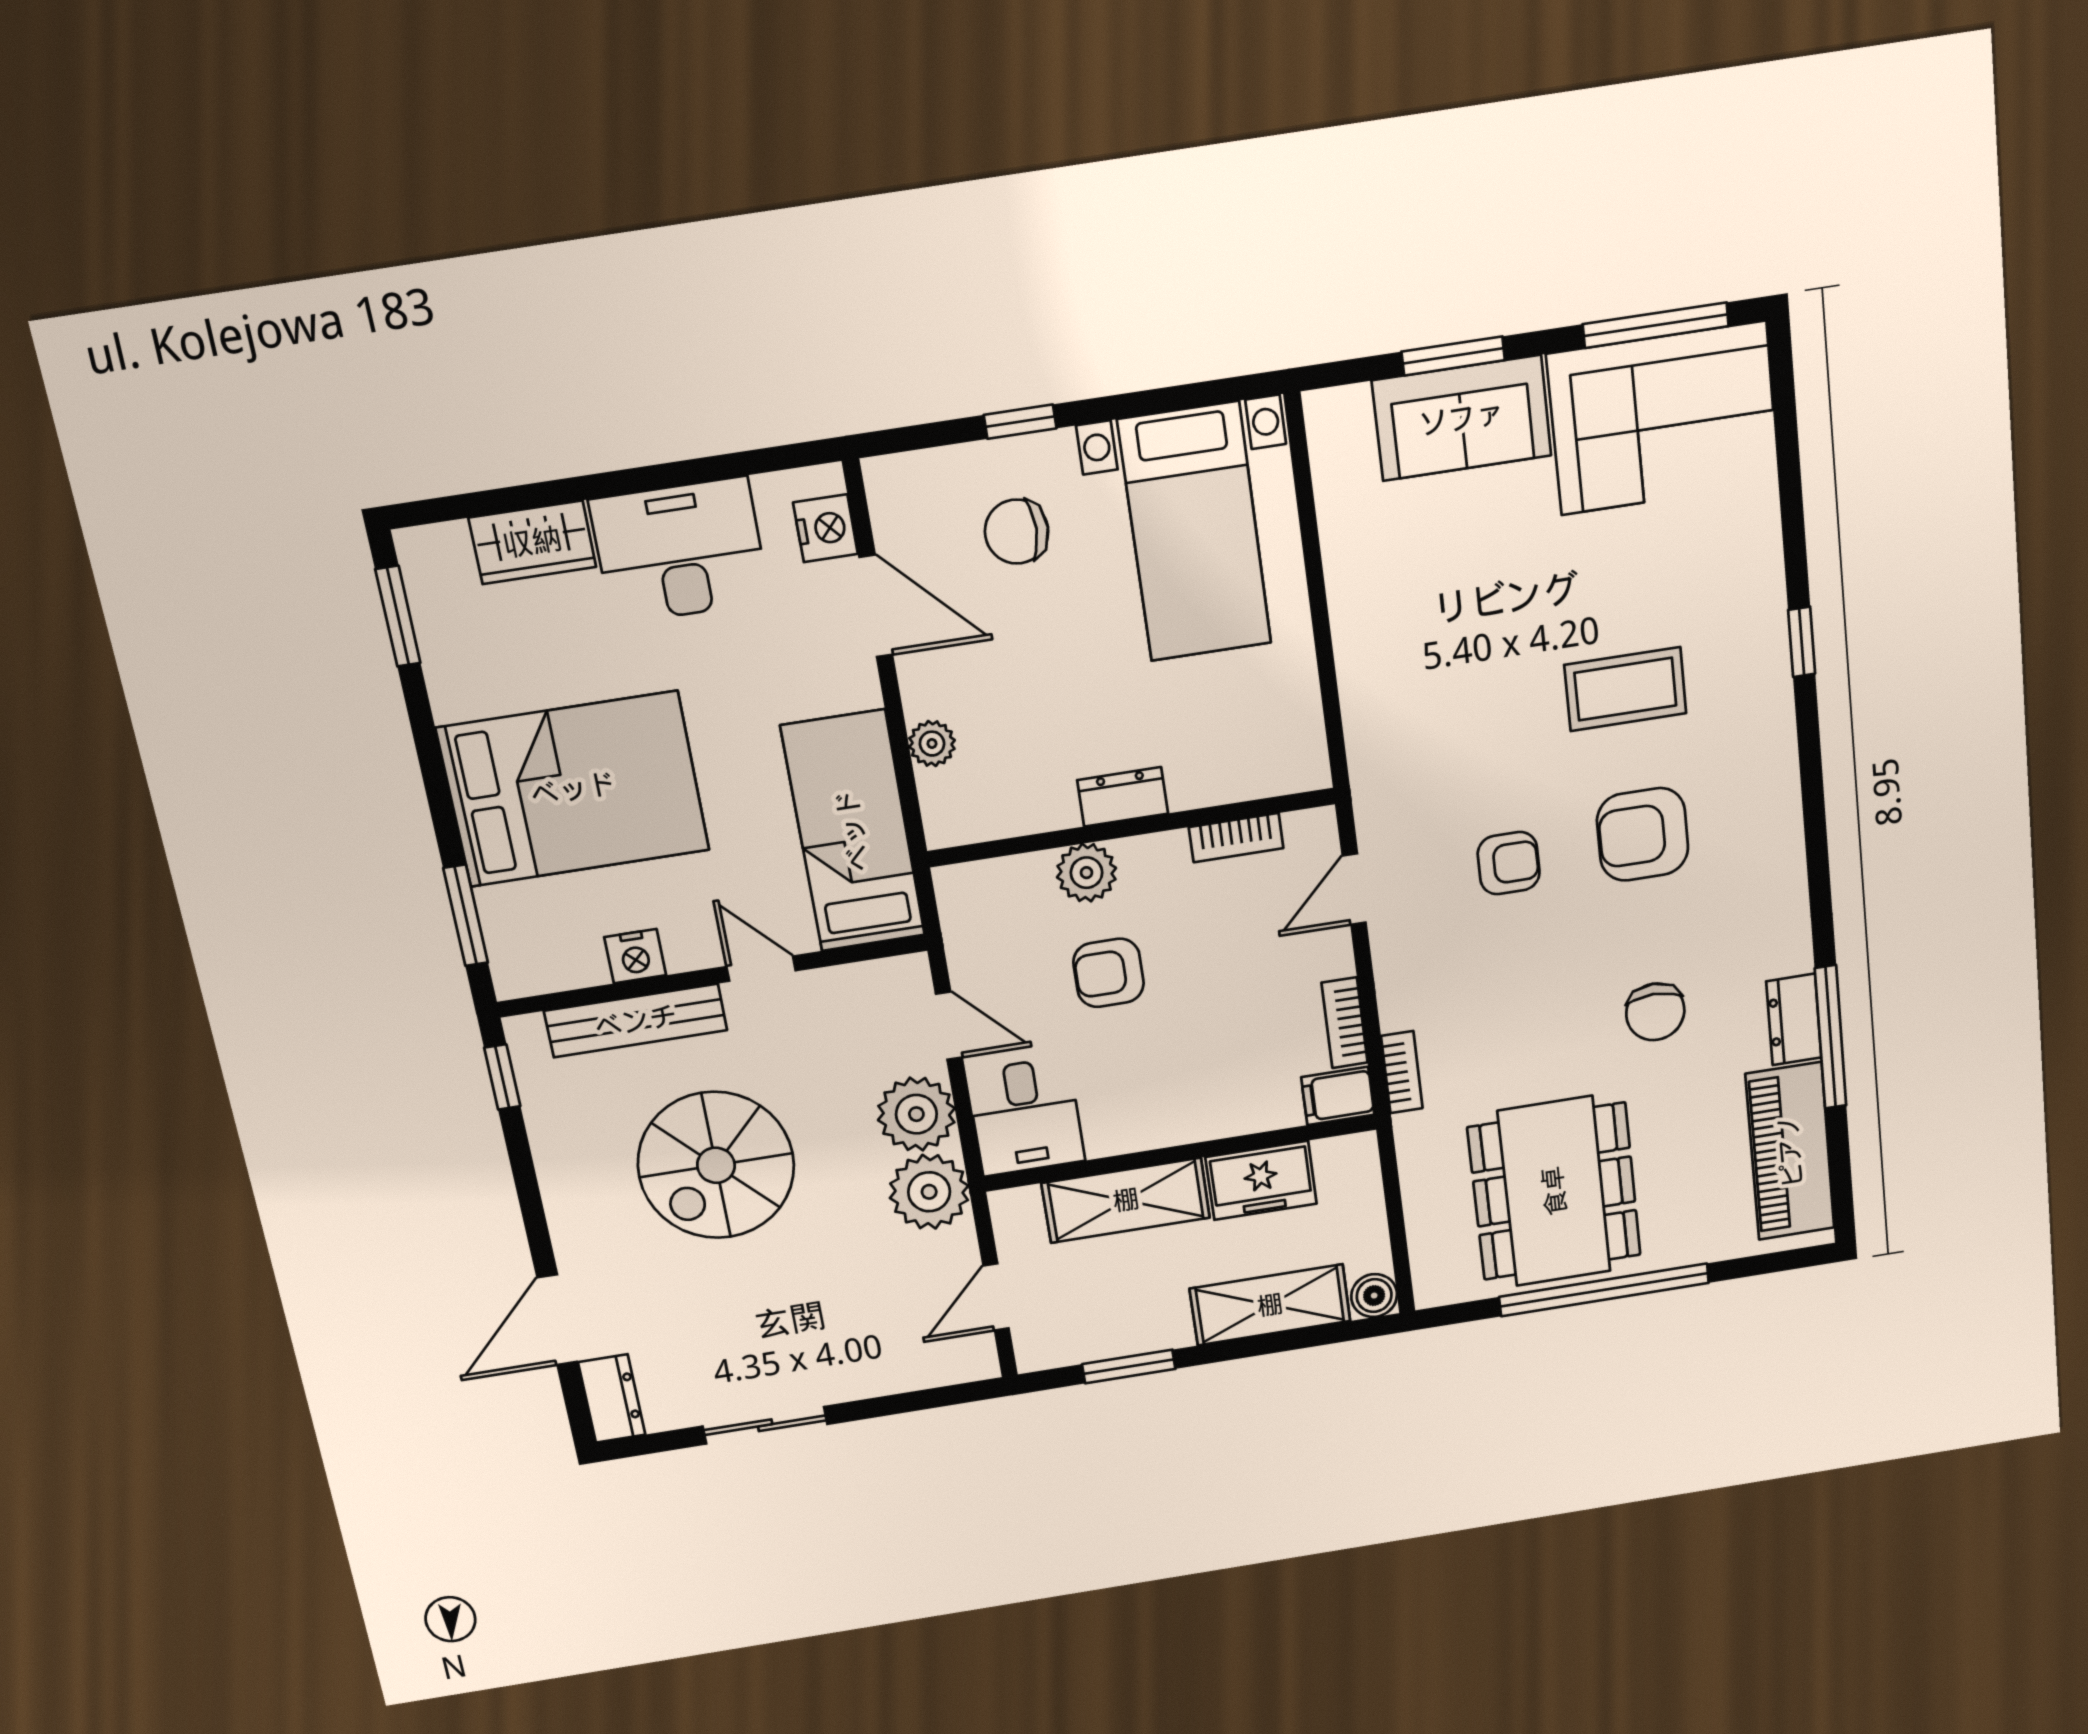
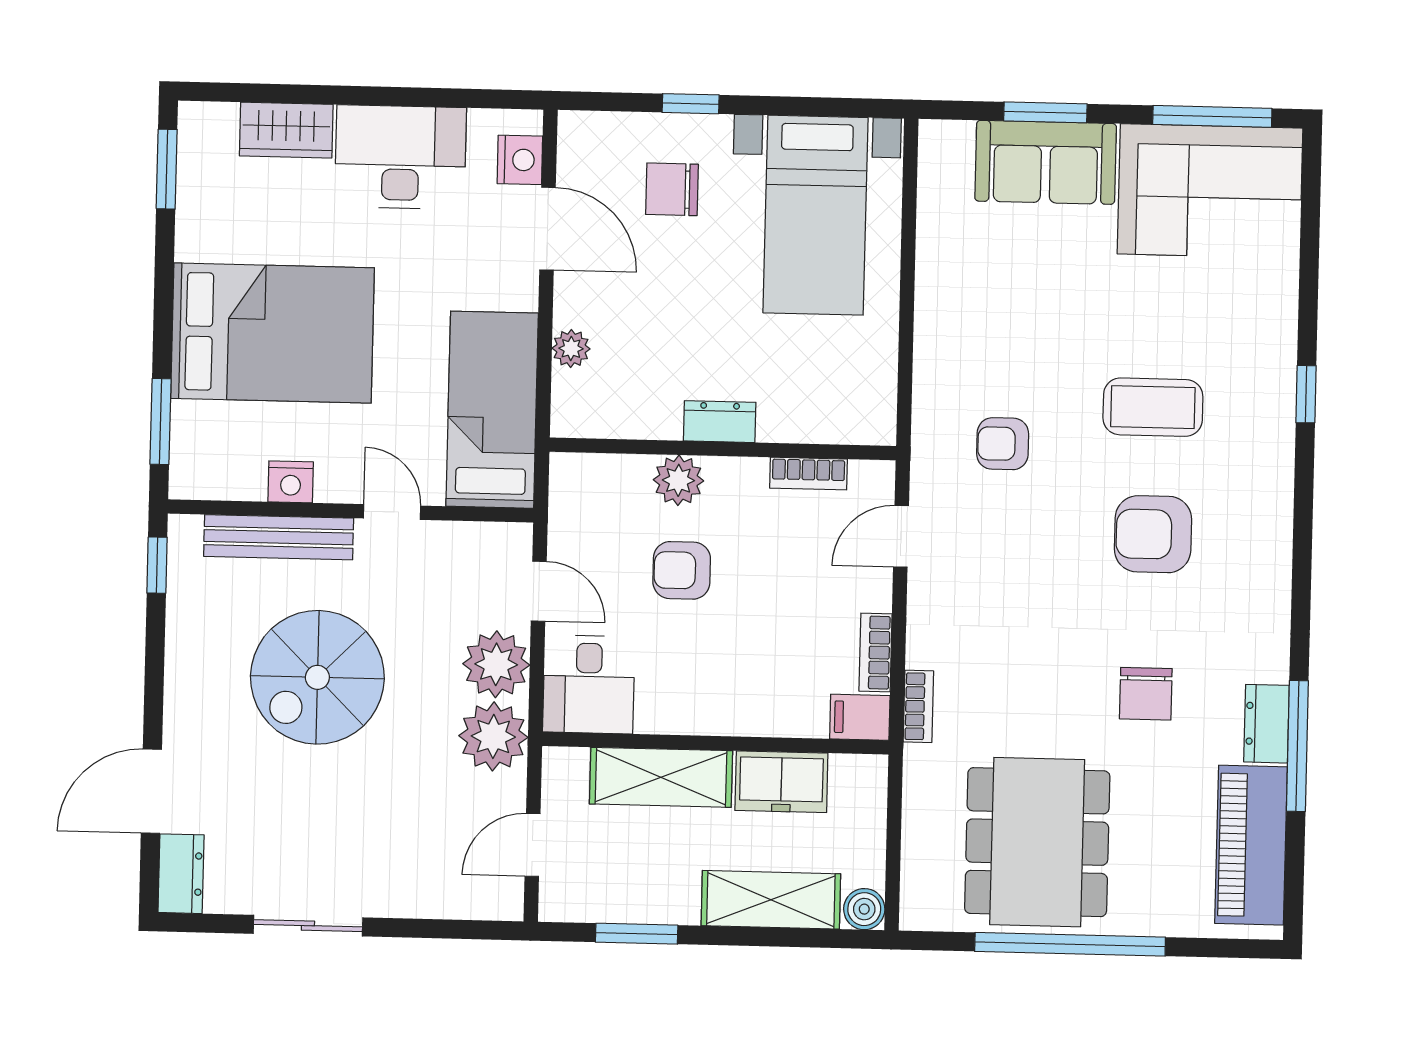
armchair: (1509, 863) -> (1003, 444), moved, turned 180

